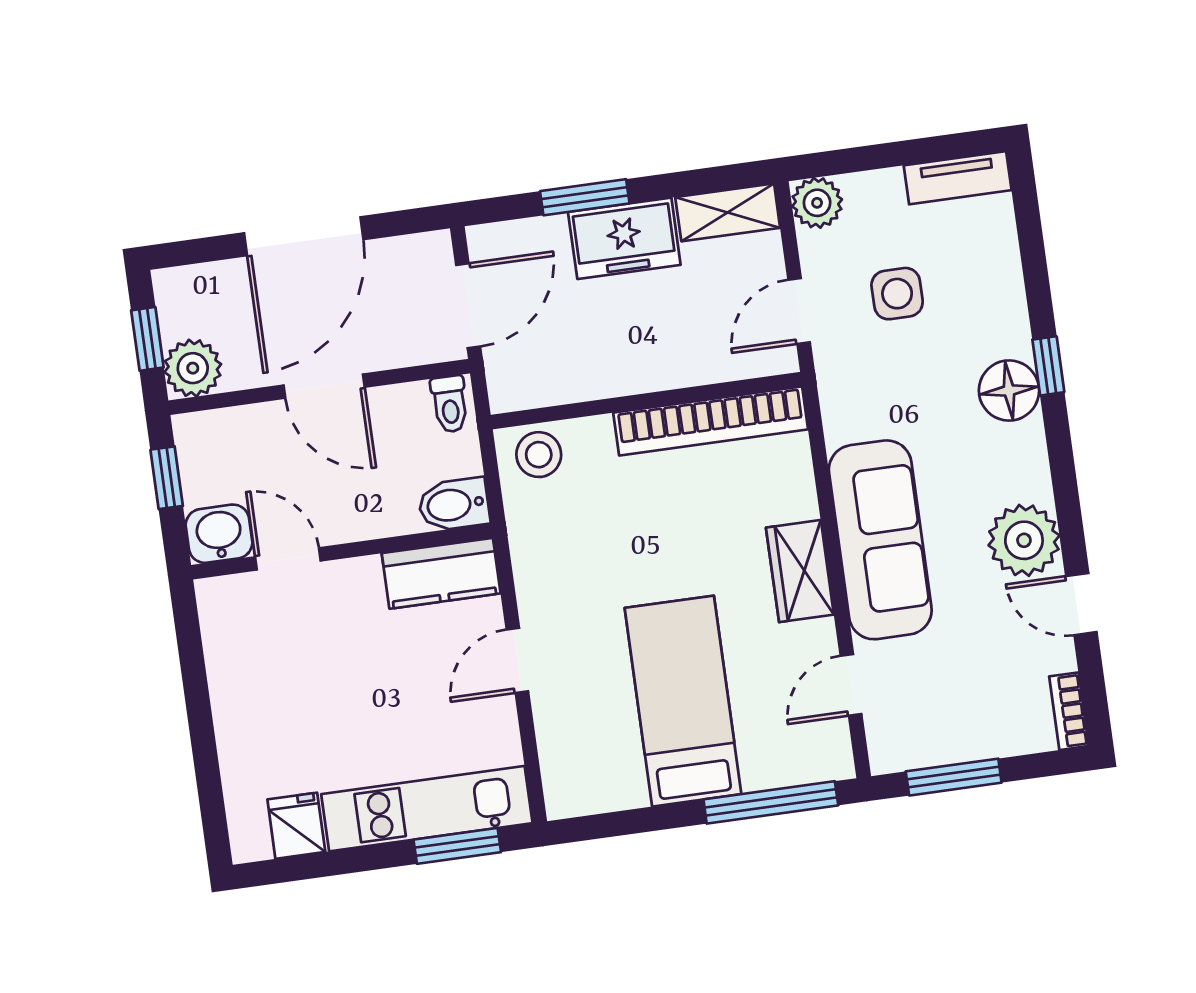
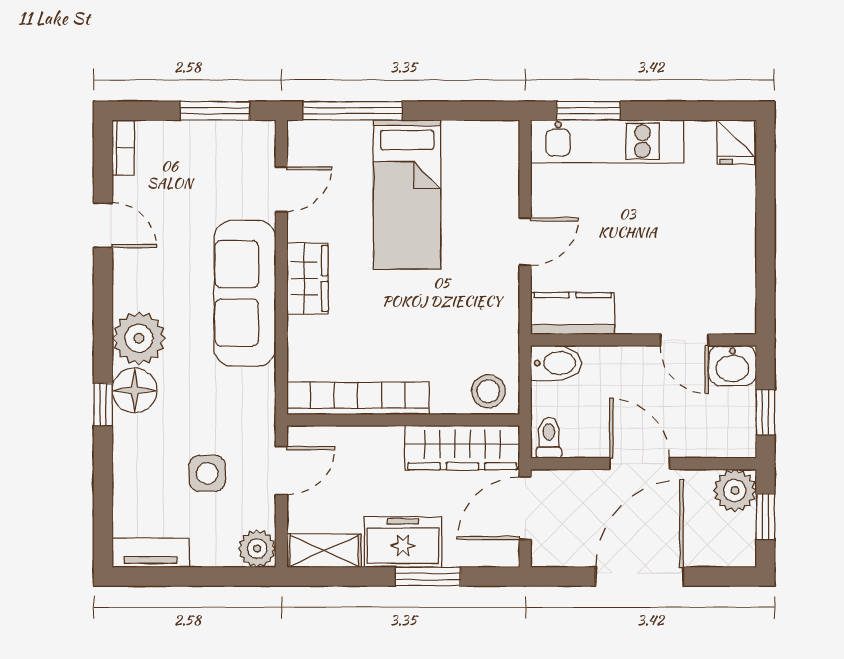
wardrobe: (563, 375) -> (462, 448), added
plant: (1024, 540) -> (139, 338), moved
fridge: (296, 826) -> (736, 142), moved

